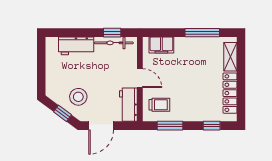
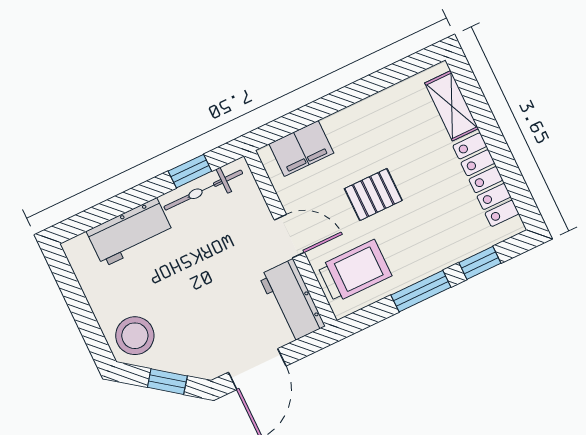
window: (202, 33) -> (372, 84), removed
pallet: (182, 77) -> (373, 195), added
stool: (78, 97) -> (135, 336), moved
trolley: (159, 105) -> (355, 271), width x1.36, depth x1.39
window: (170, 126) -> (421, 291), moved

